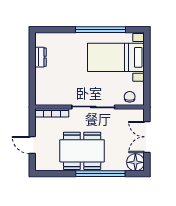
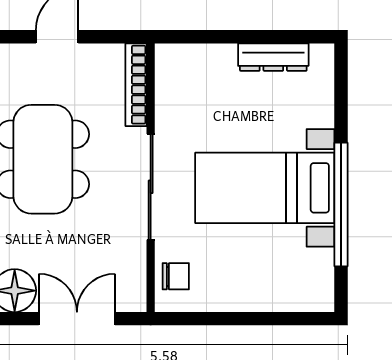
dresser: (41, 57) -> (273, 57), width x1.44
bed with nightstands: (116, 57) -> (265, 188), moved, turned -90

